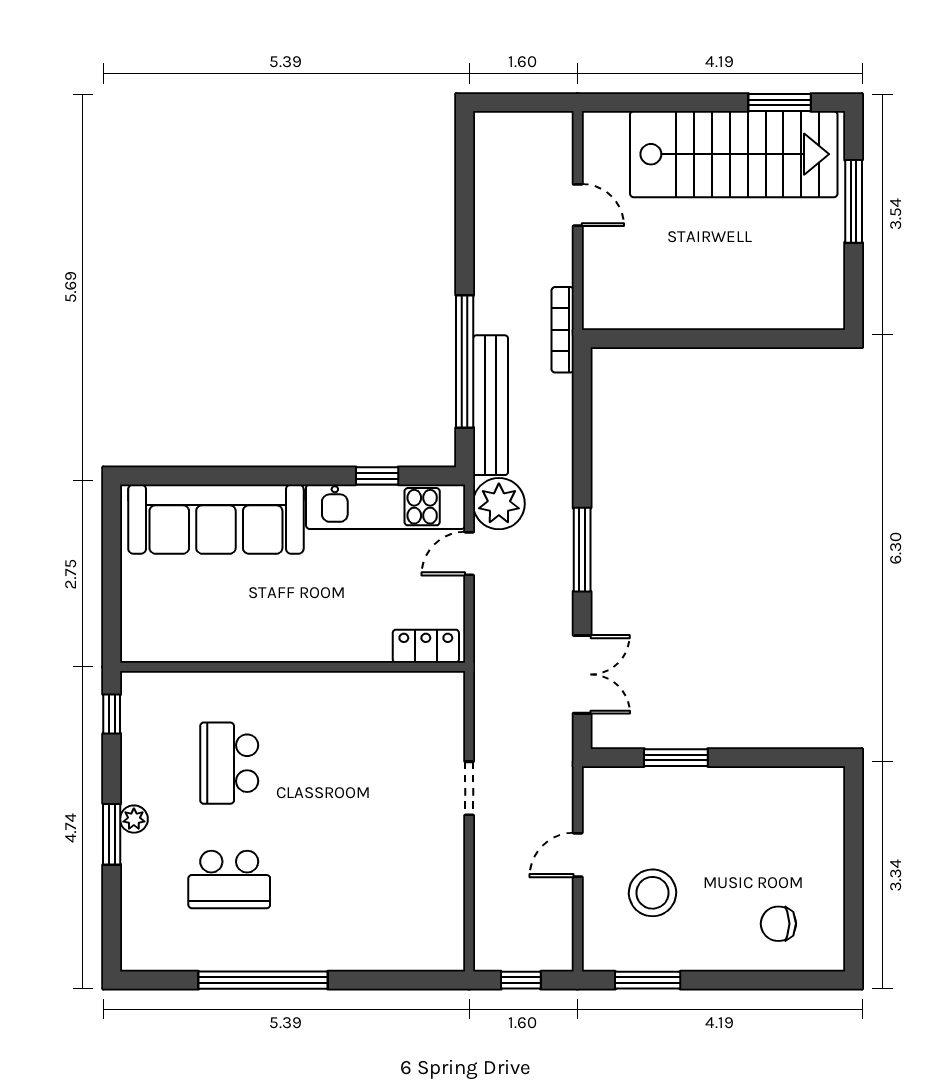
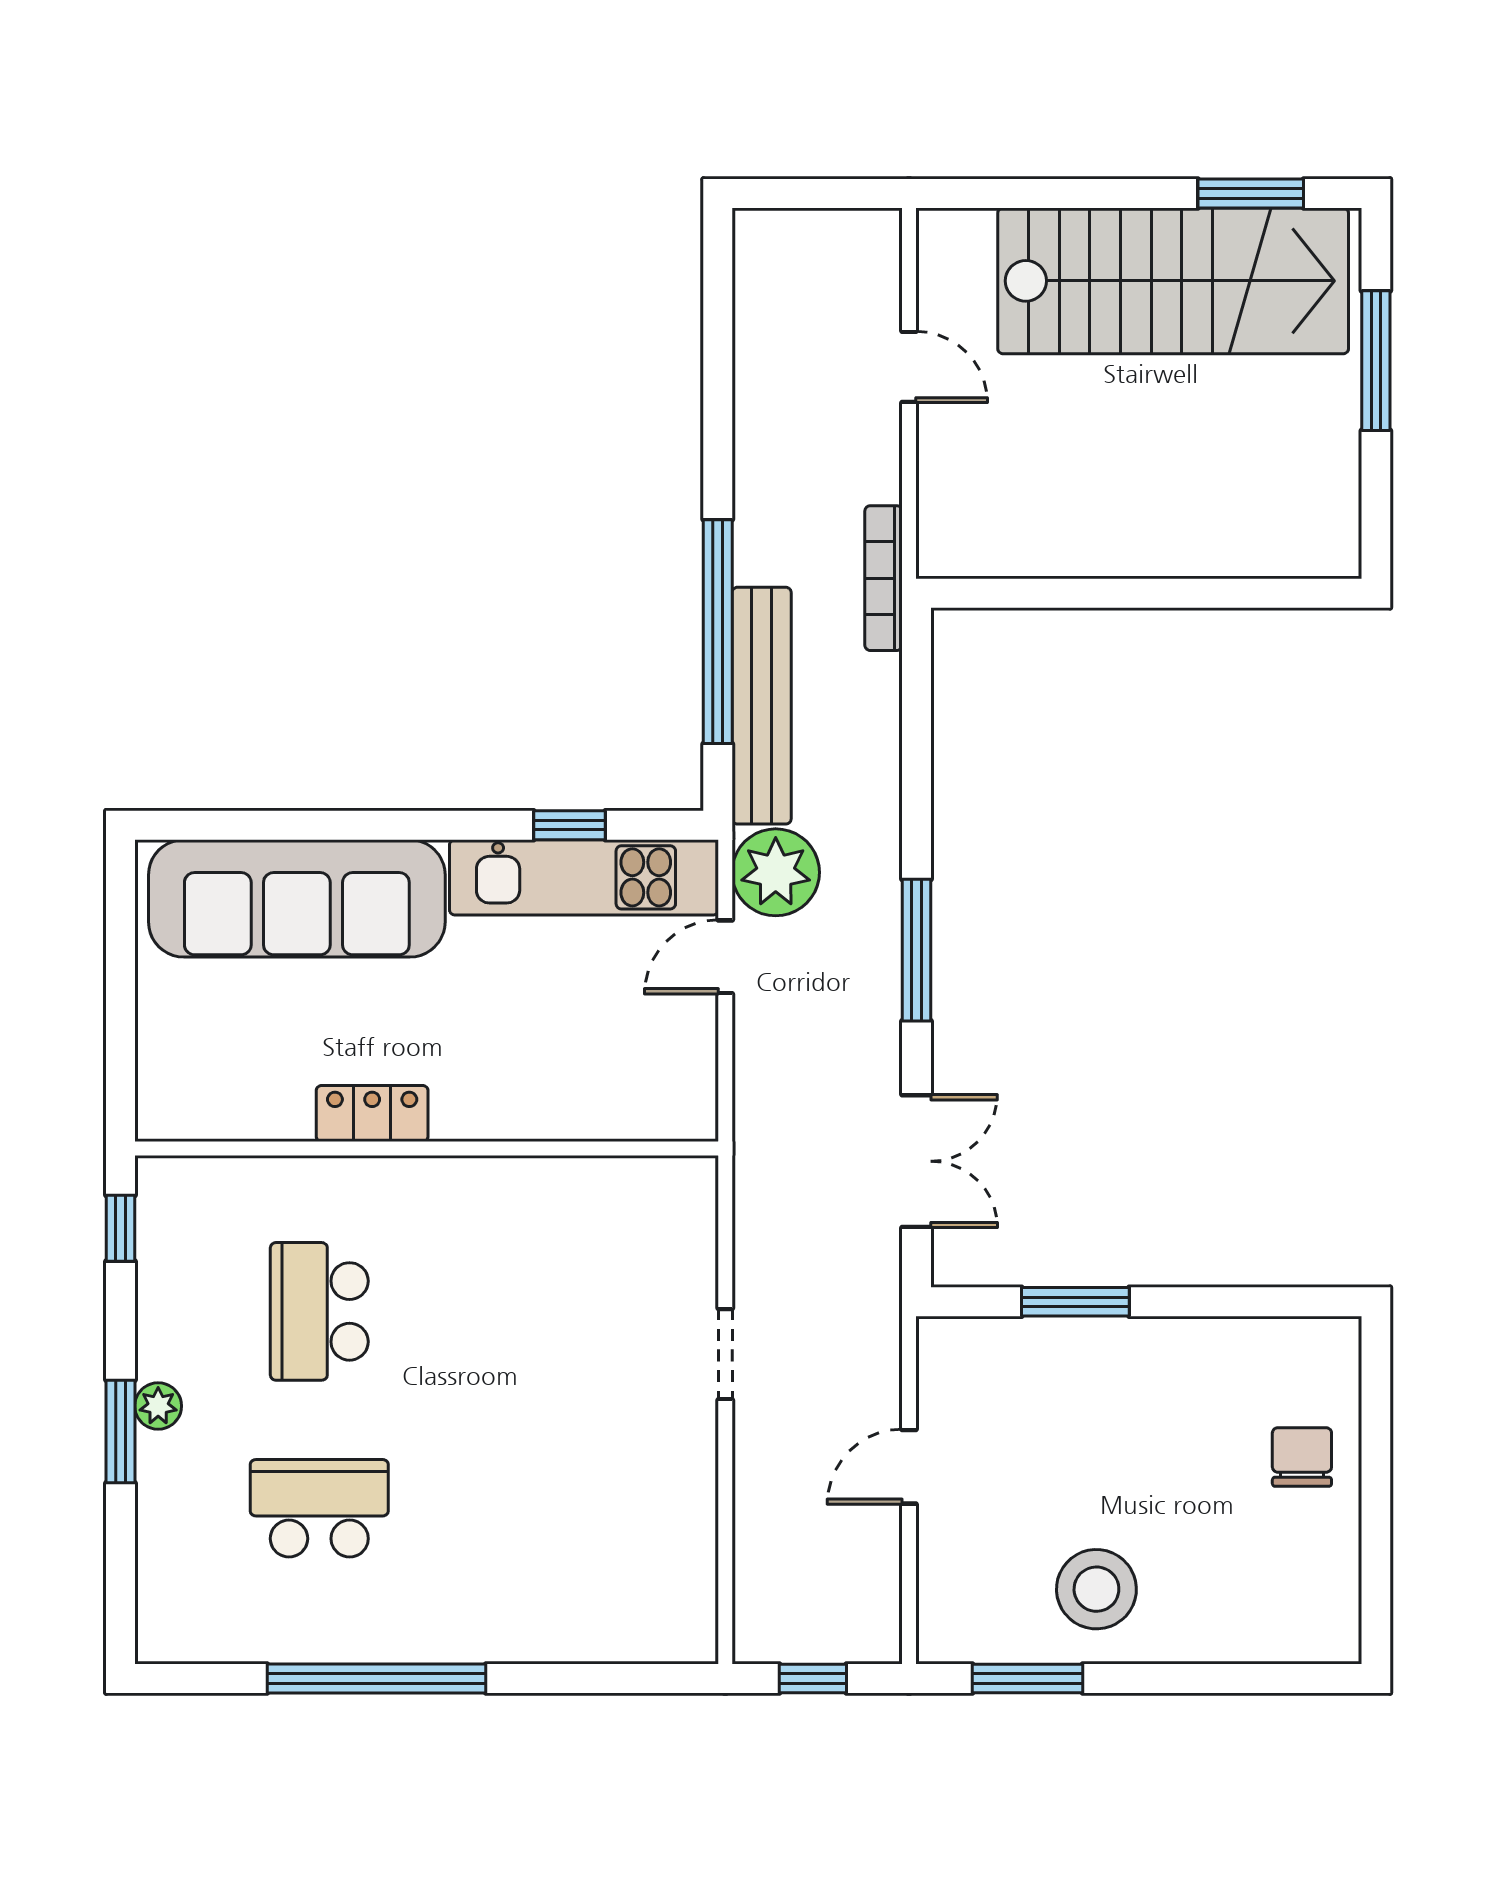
locker: (426, 646) -> (372, 1113), moved
school desk: (229, 879) -> (319, 1508), turned 180
stool: (652, 893) -> (1096, 1589), moved
chair: (778, 924) -> (1302, 1457), moved, turned 90

